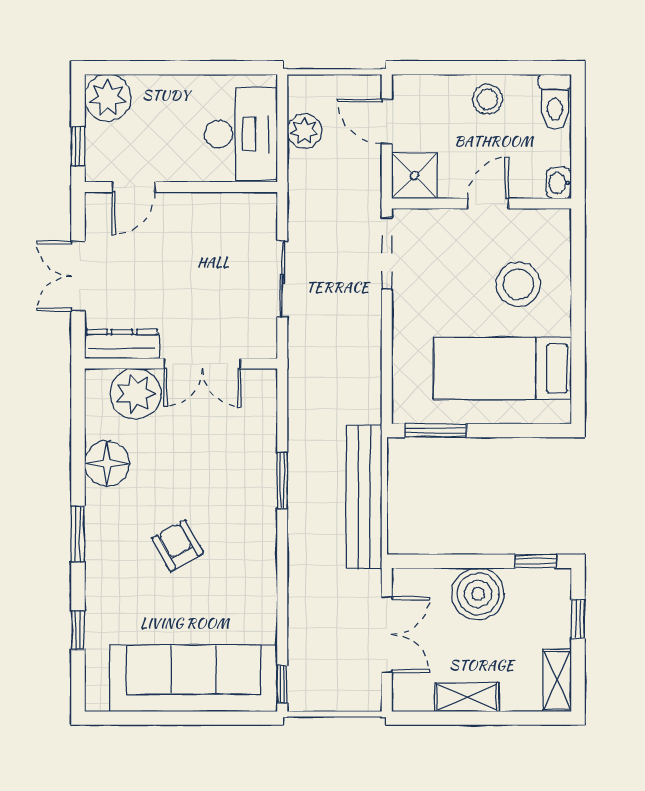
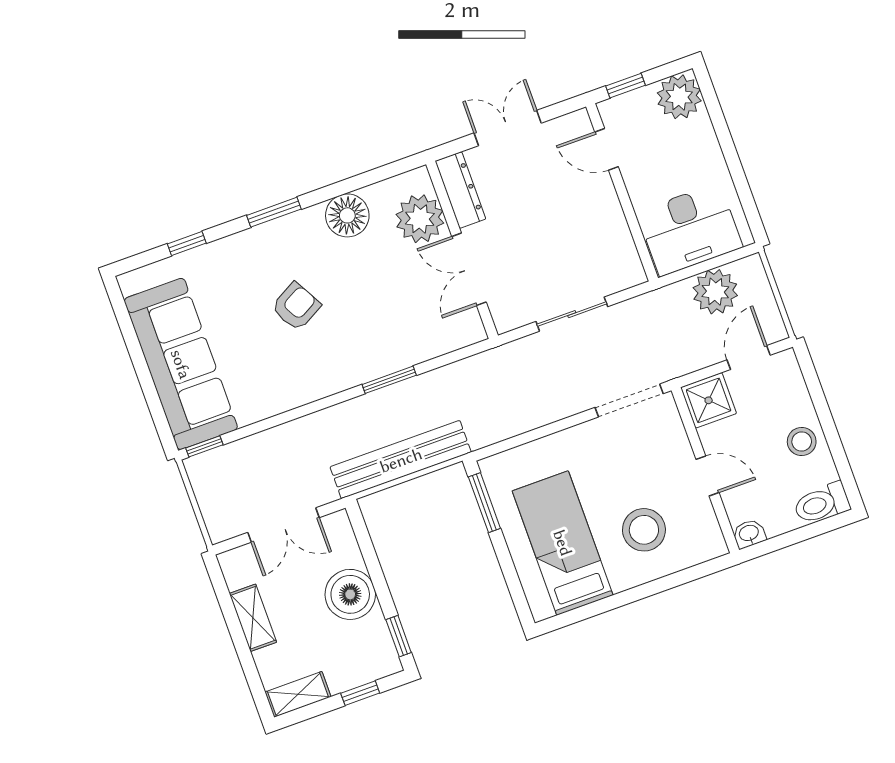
plant: (304, 131) -> (715, 292), width x1.36, depth x1.36

